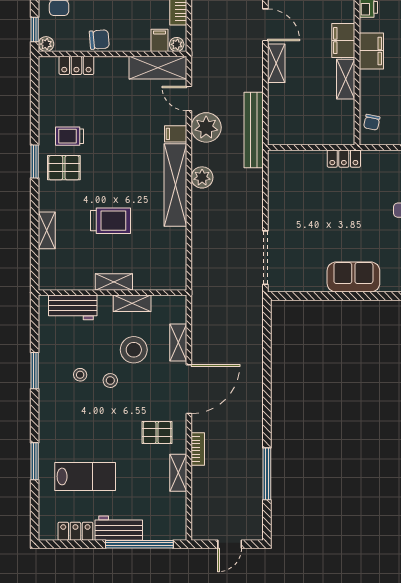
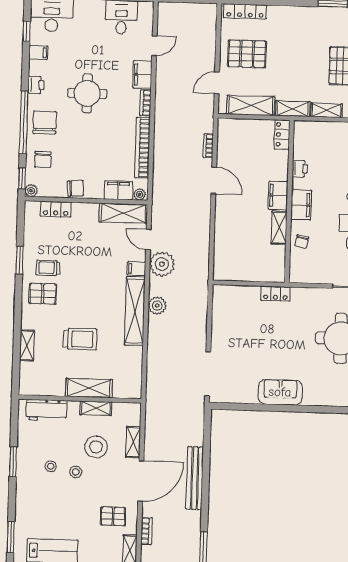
filing cabinet: (160, 40) -> (118, 190), width x2.00
shelving: (276, 63) -> (222, 213), removed
chair: (372, 122) -> (302, 241), moved
bench: (254, 130) -> (195, 478), moved
window: (35, 161) -> (19, 260), moved
shelving: (114, 282) -> (89, 388), width x1.50, depth x1.33

